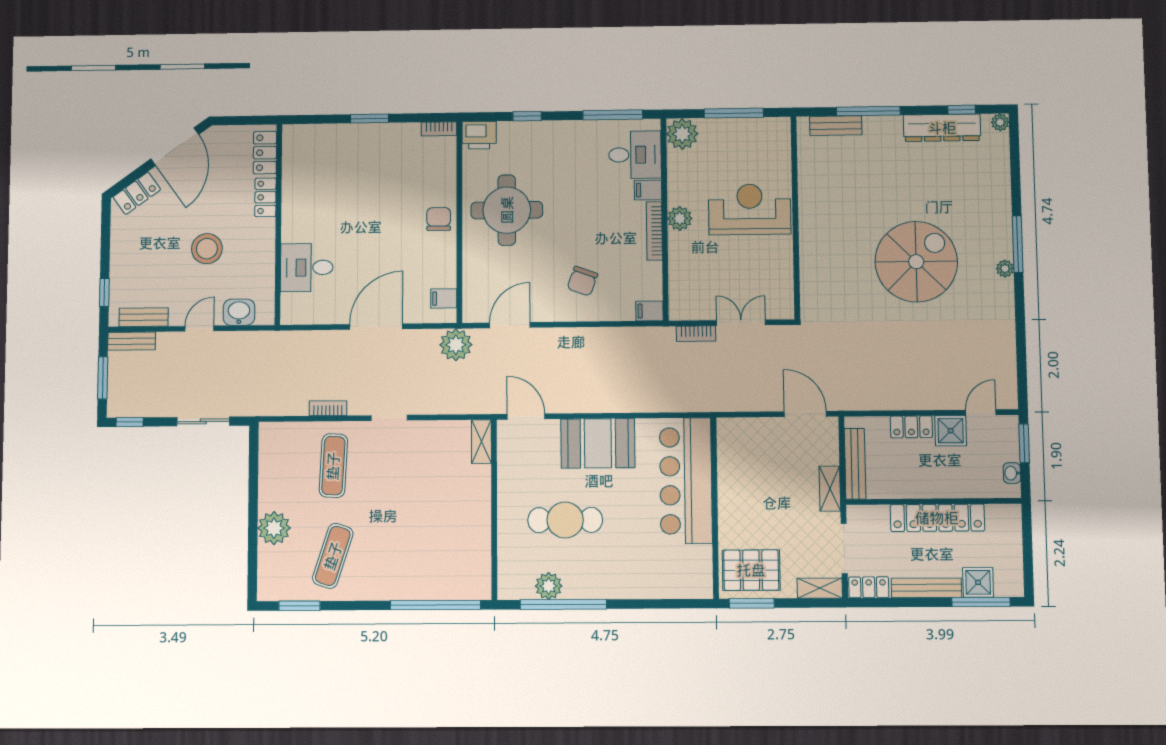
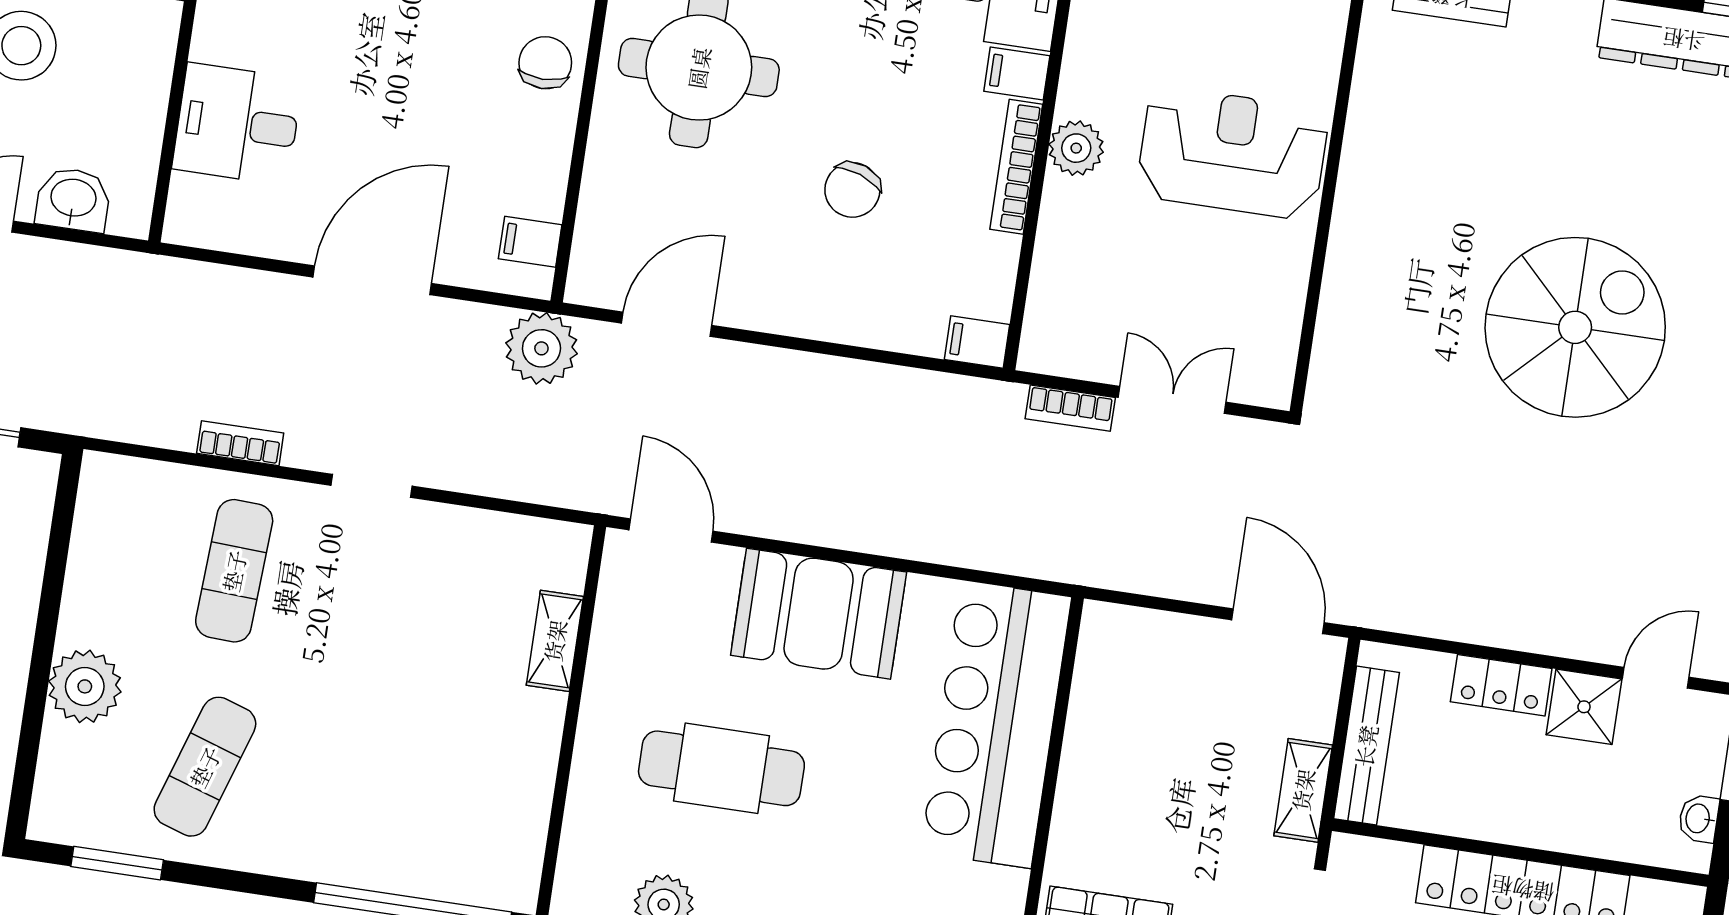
chair: (582, 281) -> (852, 190), moved
shelving: (481, 442) -> (555, 641), moved

